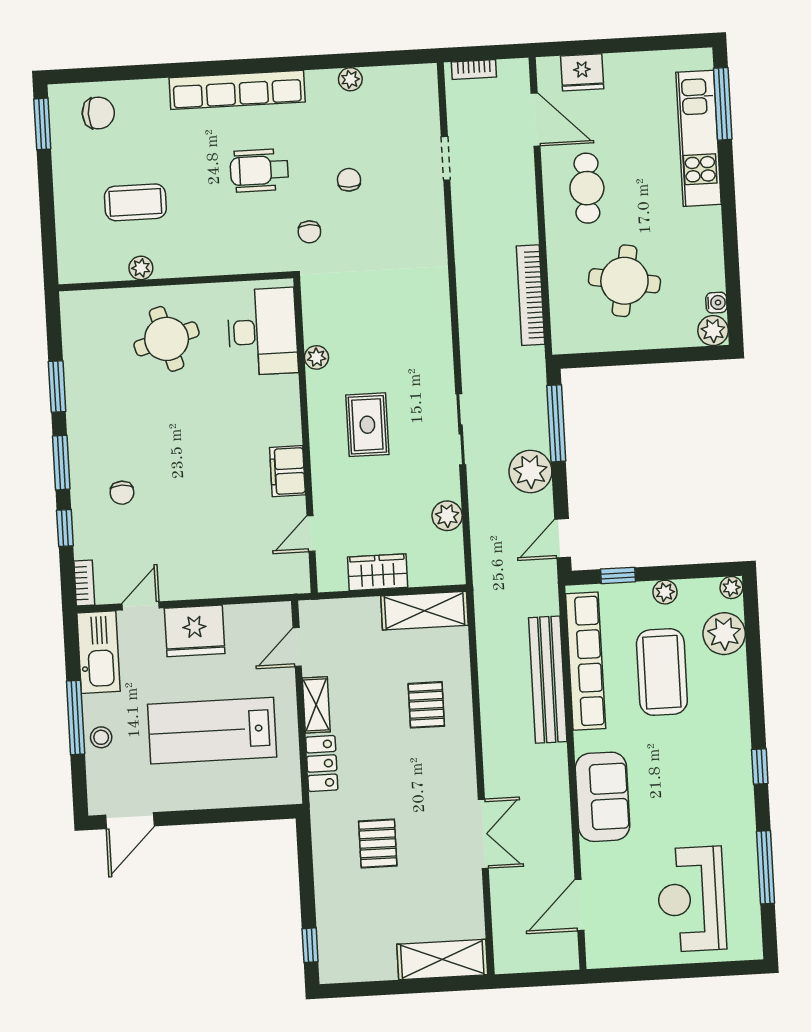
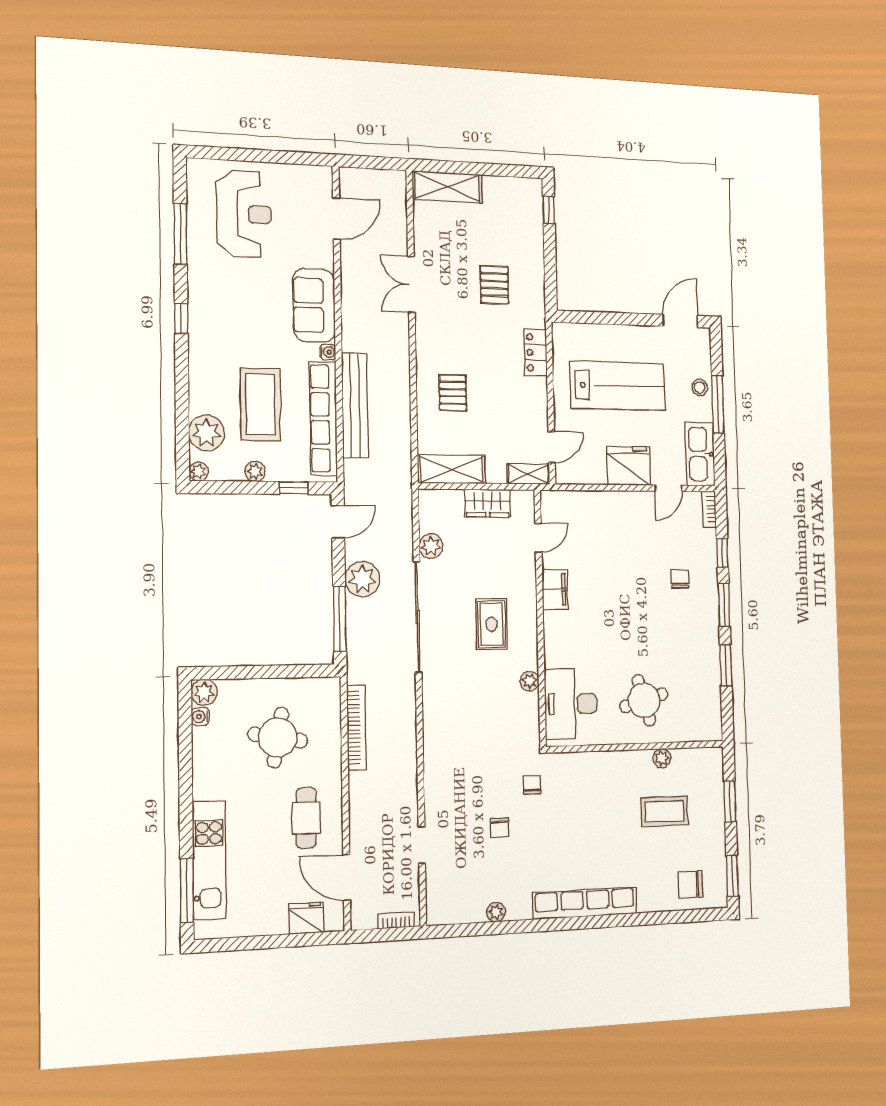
wheelchair: (259, 170) -> (570, 836), removed
window: (47, 216) -> (730, 801), added
sliding door: (461, 429) -> (418, 617), width x1.86
shelving: (316, 705) -> (528, 474), moved, turned 90
water cooler: (583, 742) -> (328, 352), added

